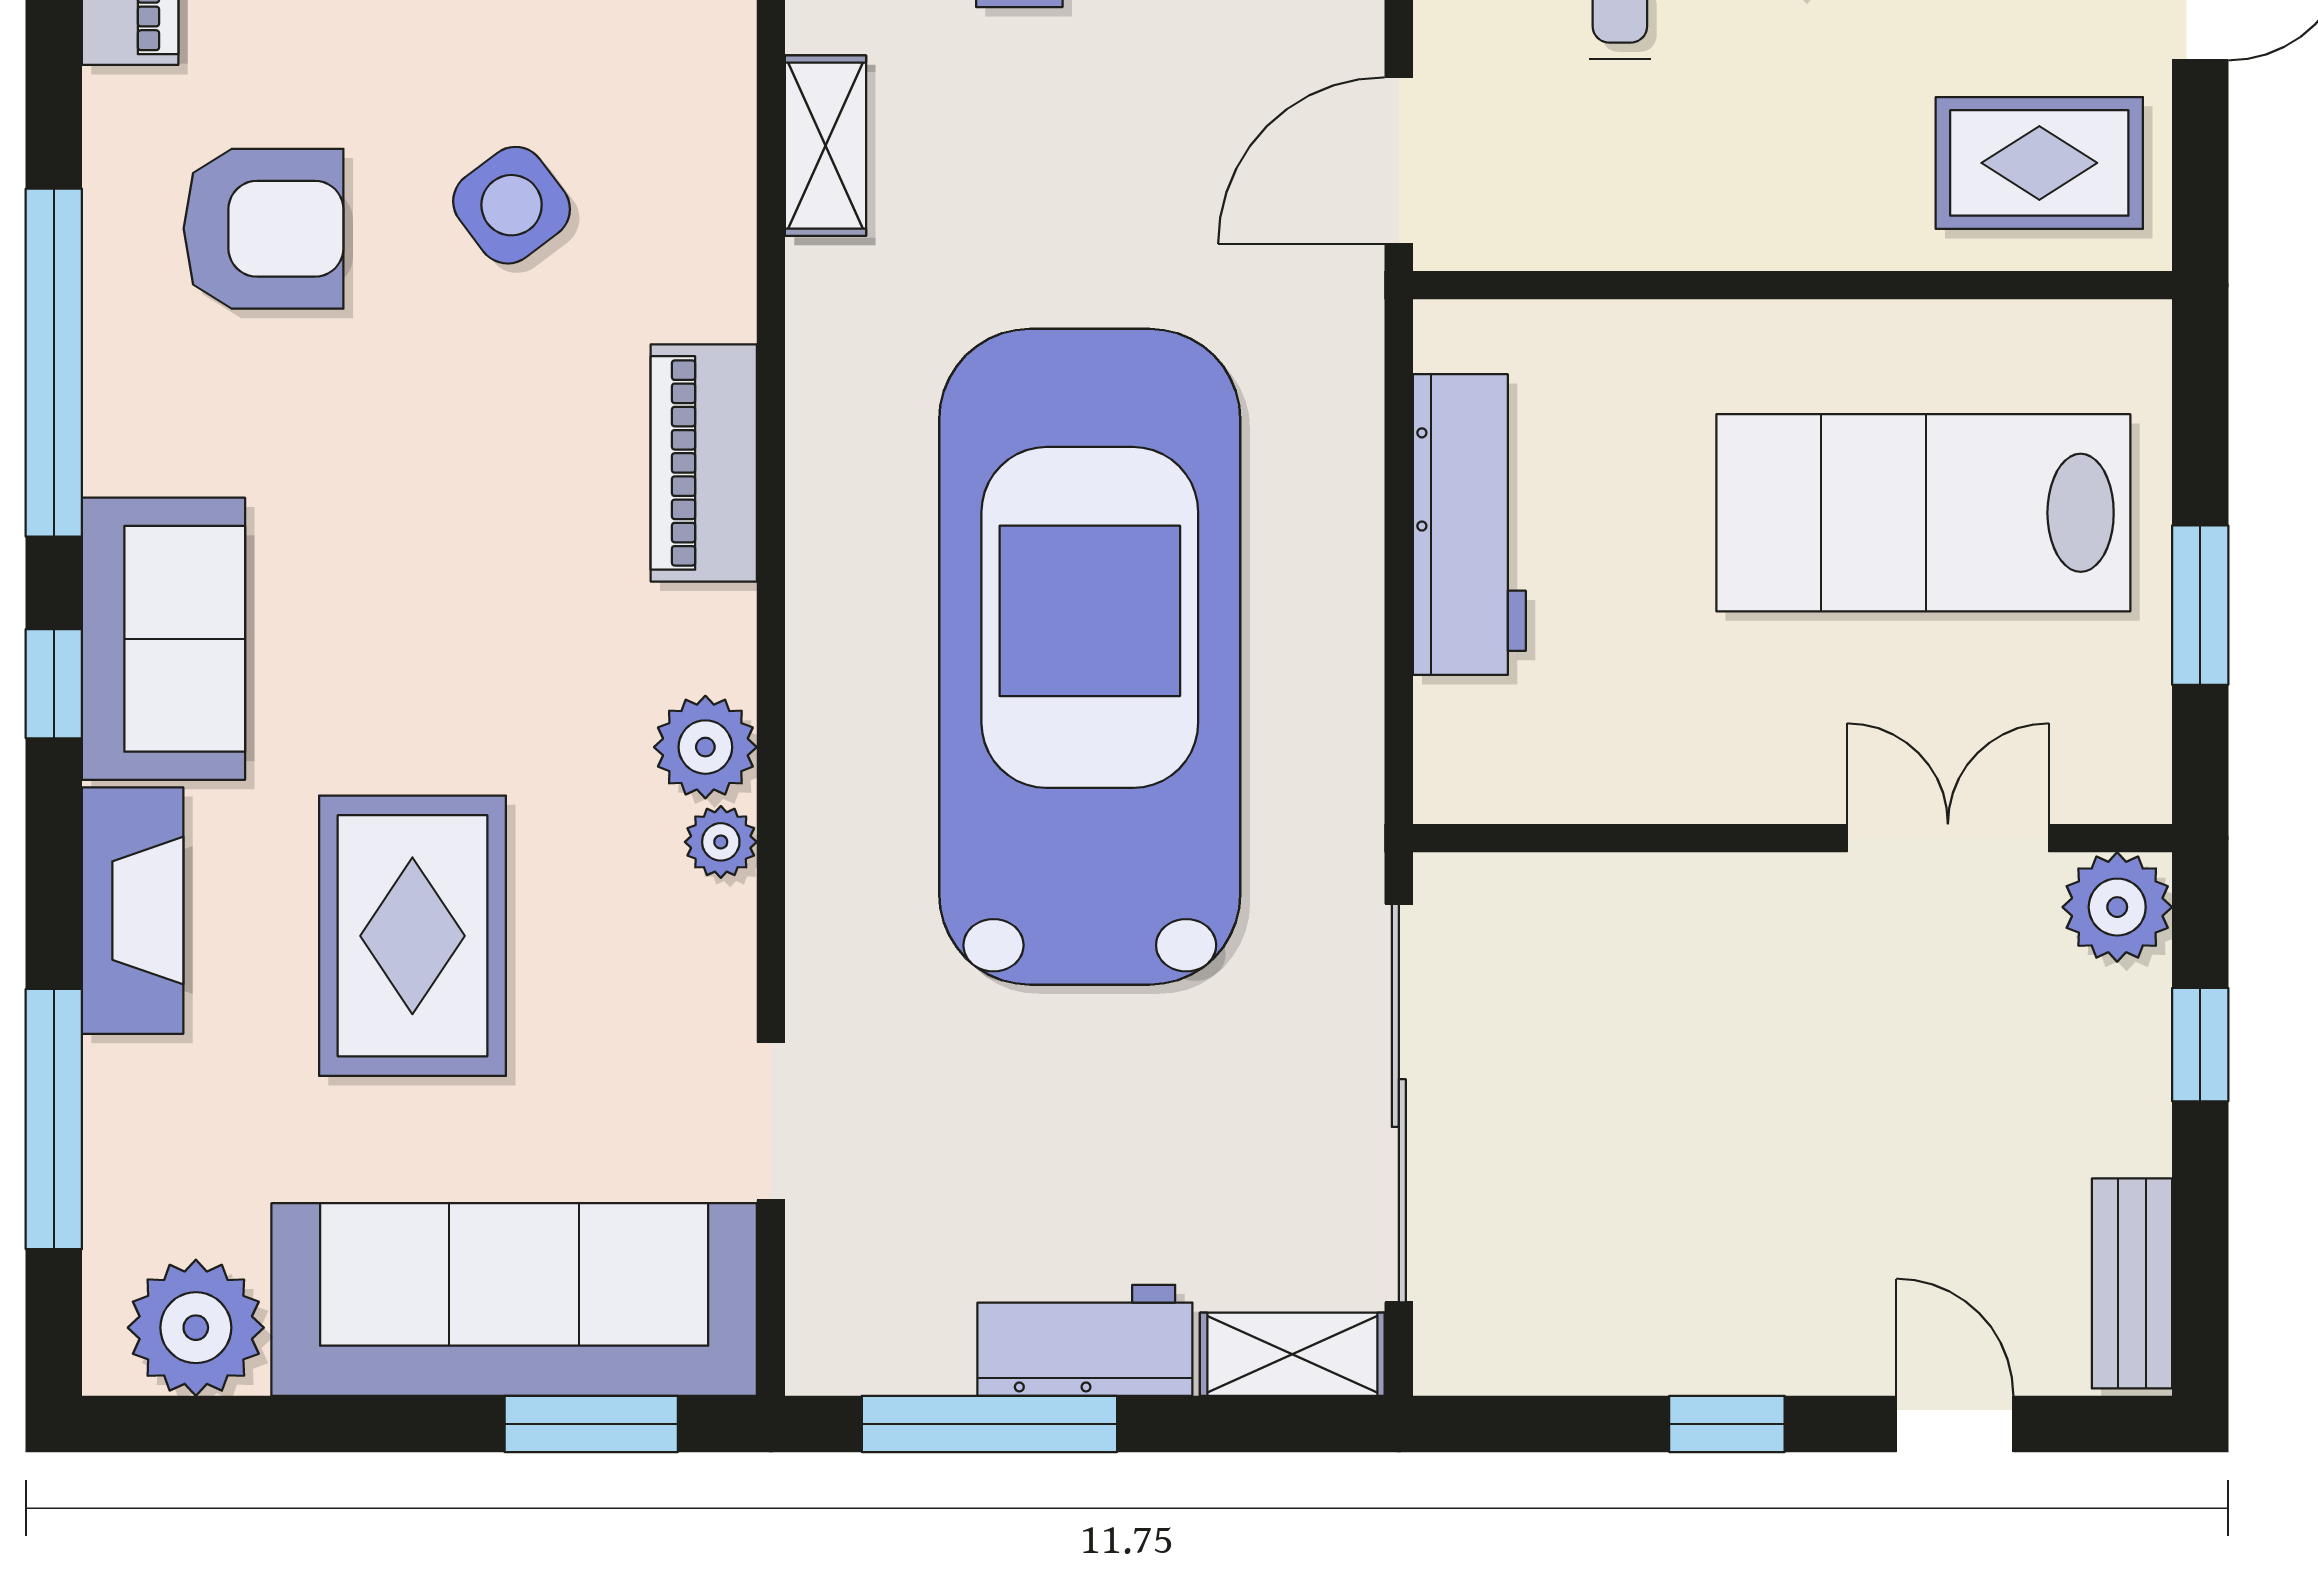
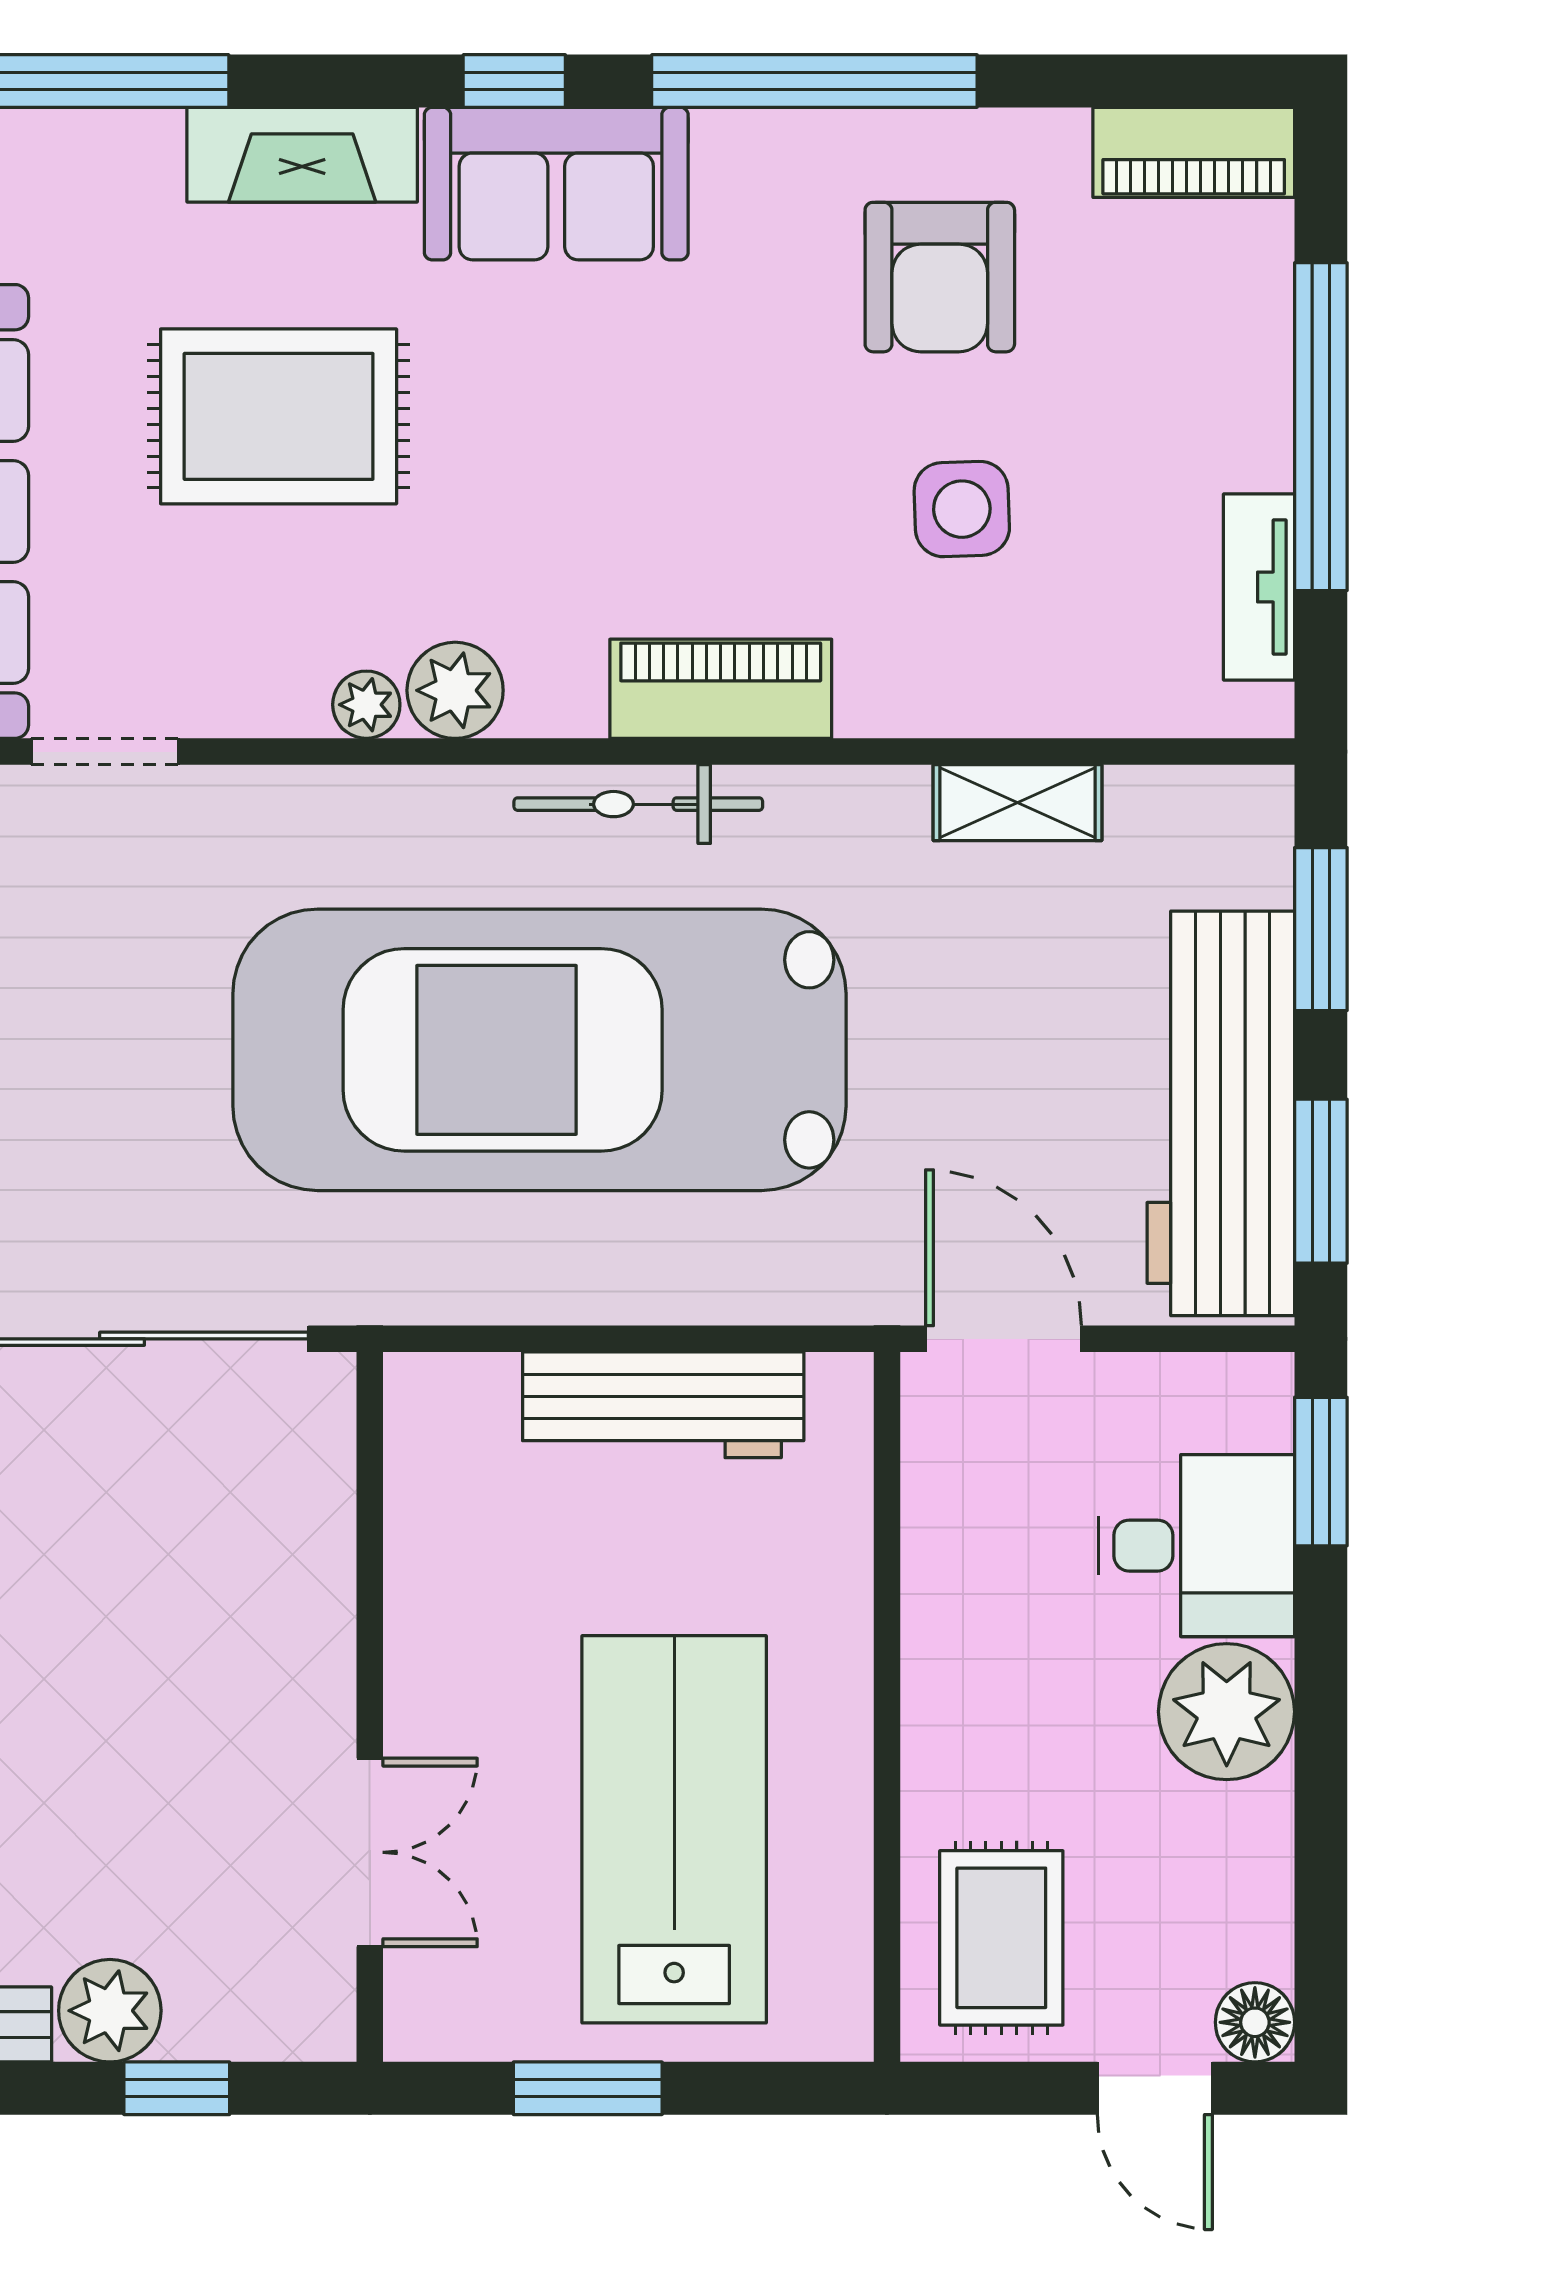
side table: (512, 205) -> (962, 509), turned 35
bicycle: (827, 551) -> (638, 804), added
car: (1090, 657) -> (539, 1050), turned 180
plant: (2117, 907) -> (110, 2011), moved

